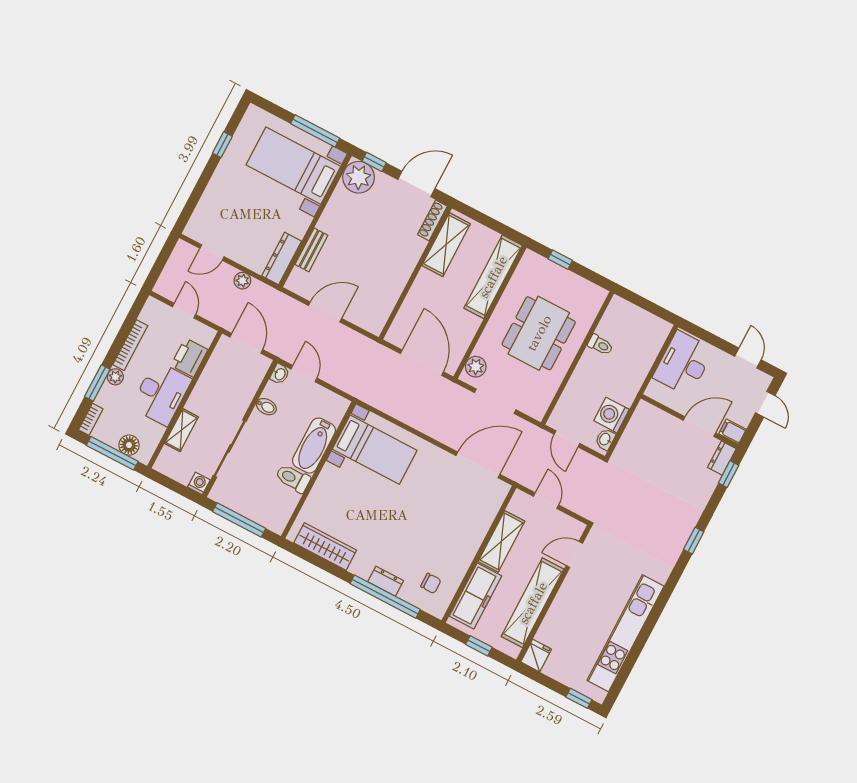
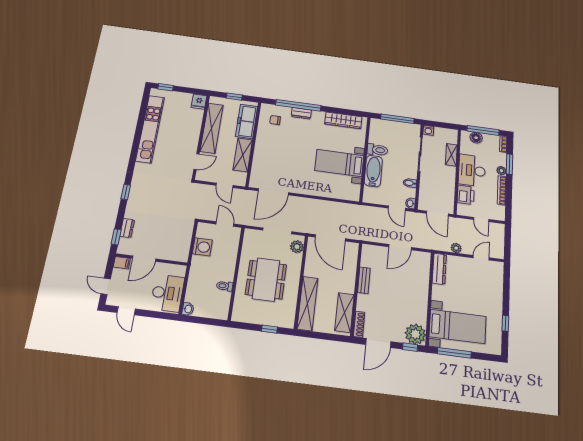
bench: (311, 250) -> (364, 280), moved
washbasin: (605, 439) -> (188, 309), moved
bed with nightstands: (375, 450) -> (339, 163), moved
dresser: (722, 458) -> (127, 228), moved

